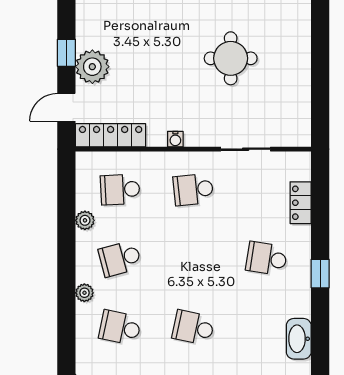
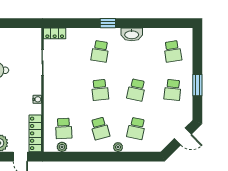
school desk: (193, 190) -> (100, 90), moved
locker: (301, 203) -> (55, 33), moved
plant: (85, 220) -> (62, 147), moved
washbasin: (299, 339) -> (132, 34), moved

